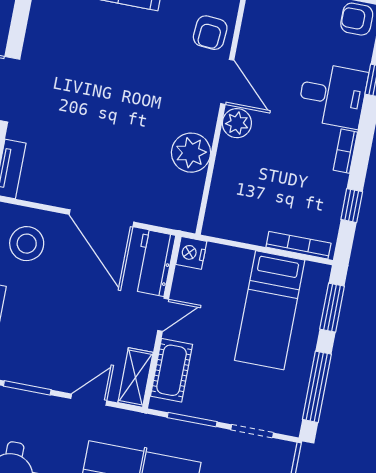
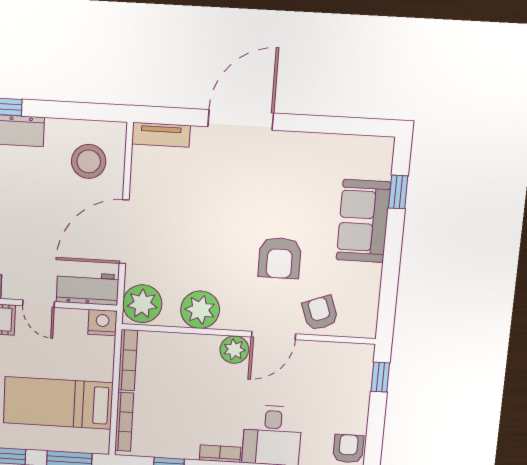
armchair: (210, 33) -> (320, 313), turned 66
armchair: (148, 67) -> (280, 258), added
plant: (177, 210) -> (142, 304), added
bookcase: (234, 233) -> (128, 360), added

